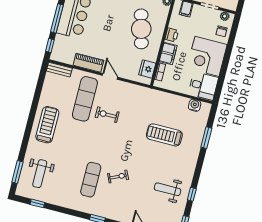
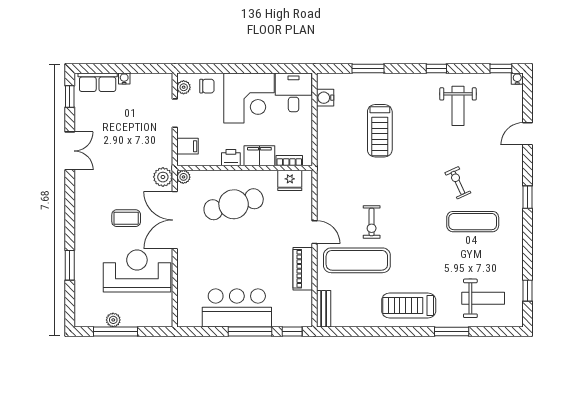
door: (110, 76) -> (315, 232), swing flipped
window: (17, 172) -> (452, 331), moved
window: (192, 194) -> (436, 68), moved

